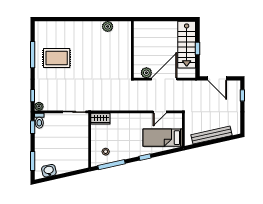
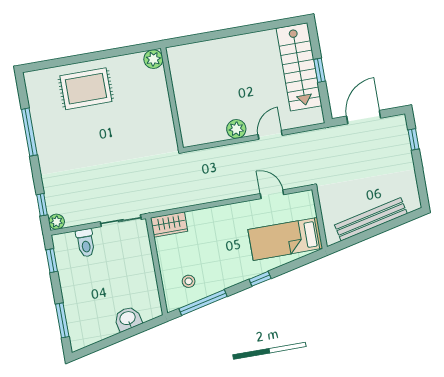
wall: (132, 50) -> (172, 98), moved
rug: (57, 58) -> (86, 89), moved
door: (217, 78) -> (364, 117), swing flipped
door: (164, 79) -> (270, 135), width x0.53
door: (160, 112) -> (272, 194), swing flipped
toilet: (39, 121) -> (86, 243), moved
washbasin: (49, 171) -> (128, 319), moved

